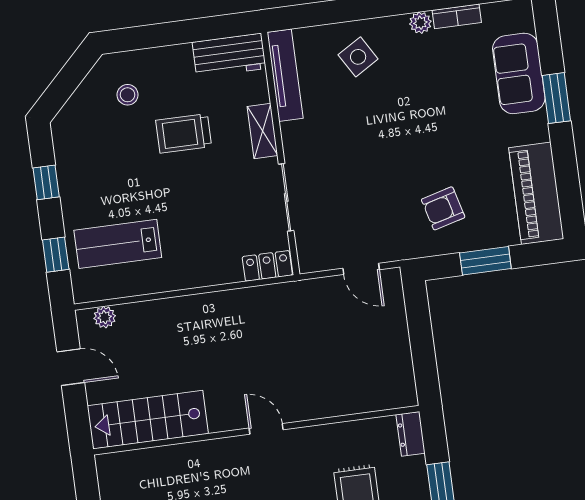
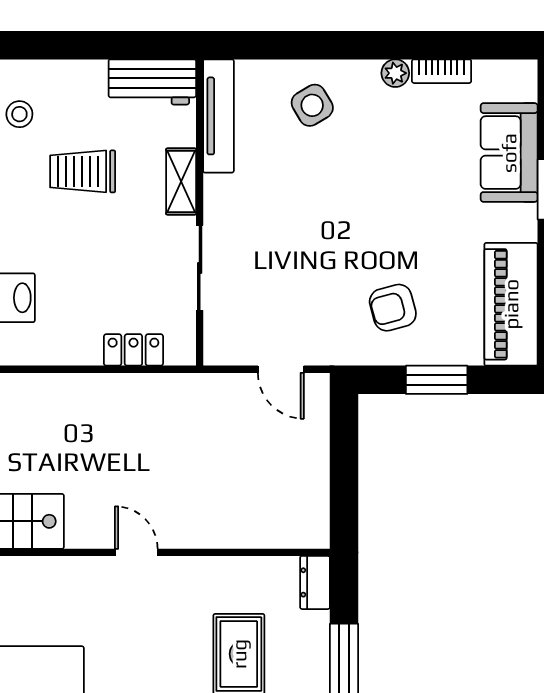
locker: (267, 266) -> (133, 350), moved

